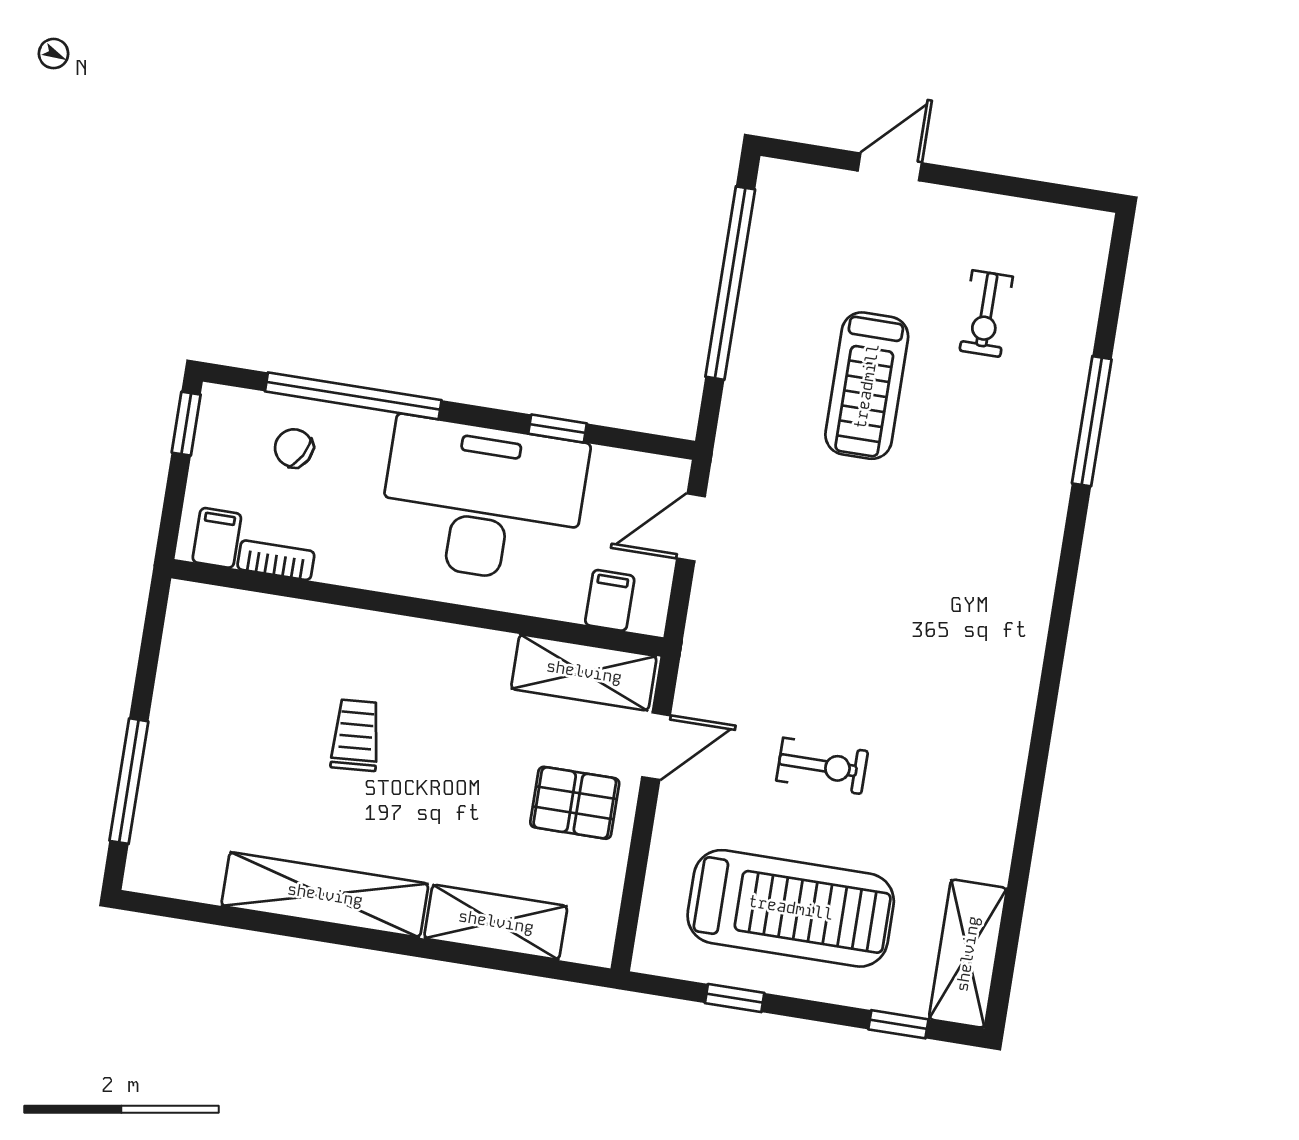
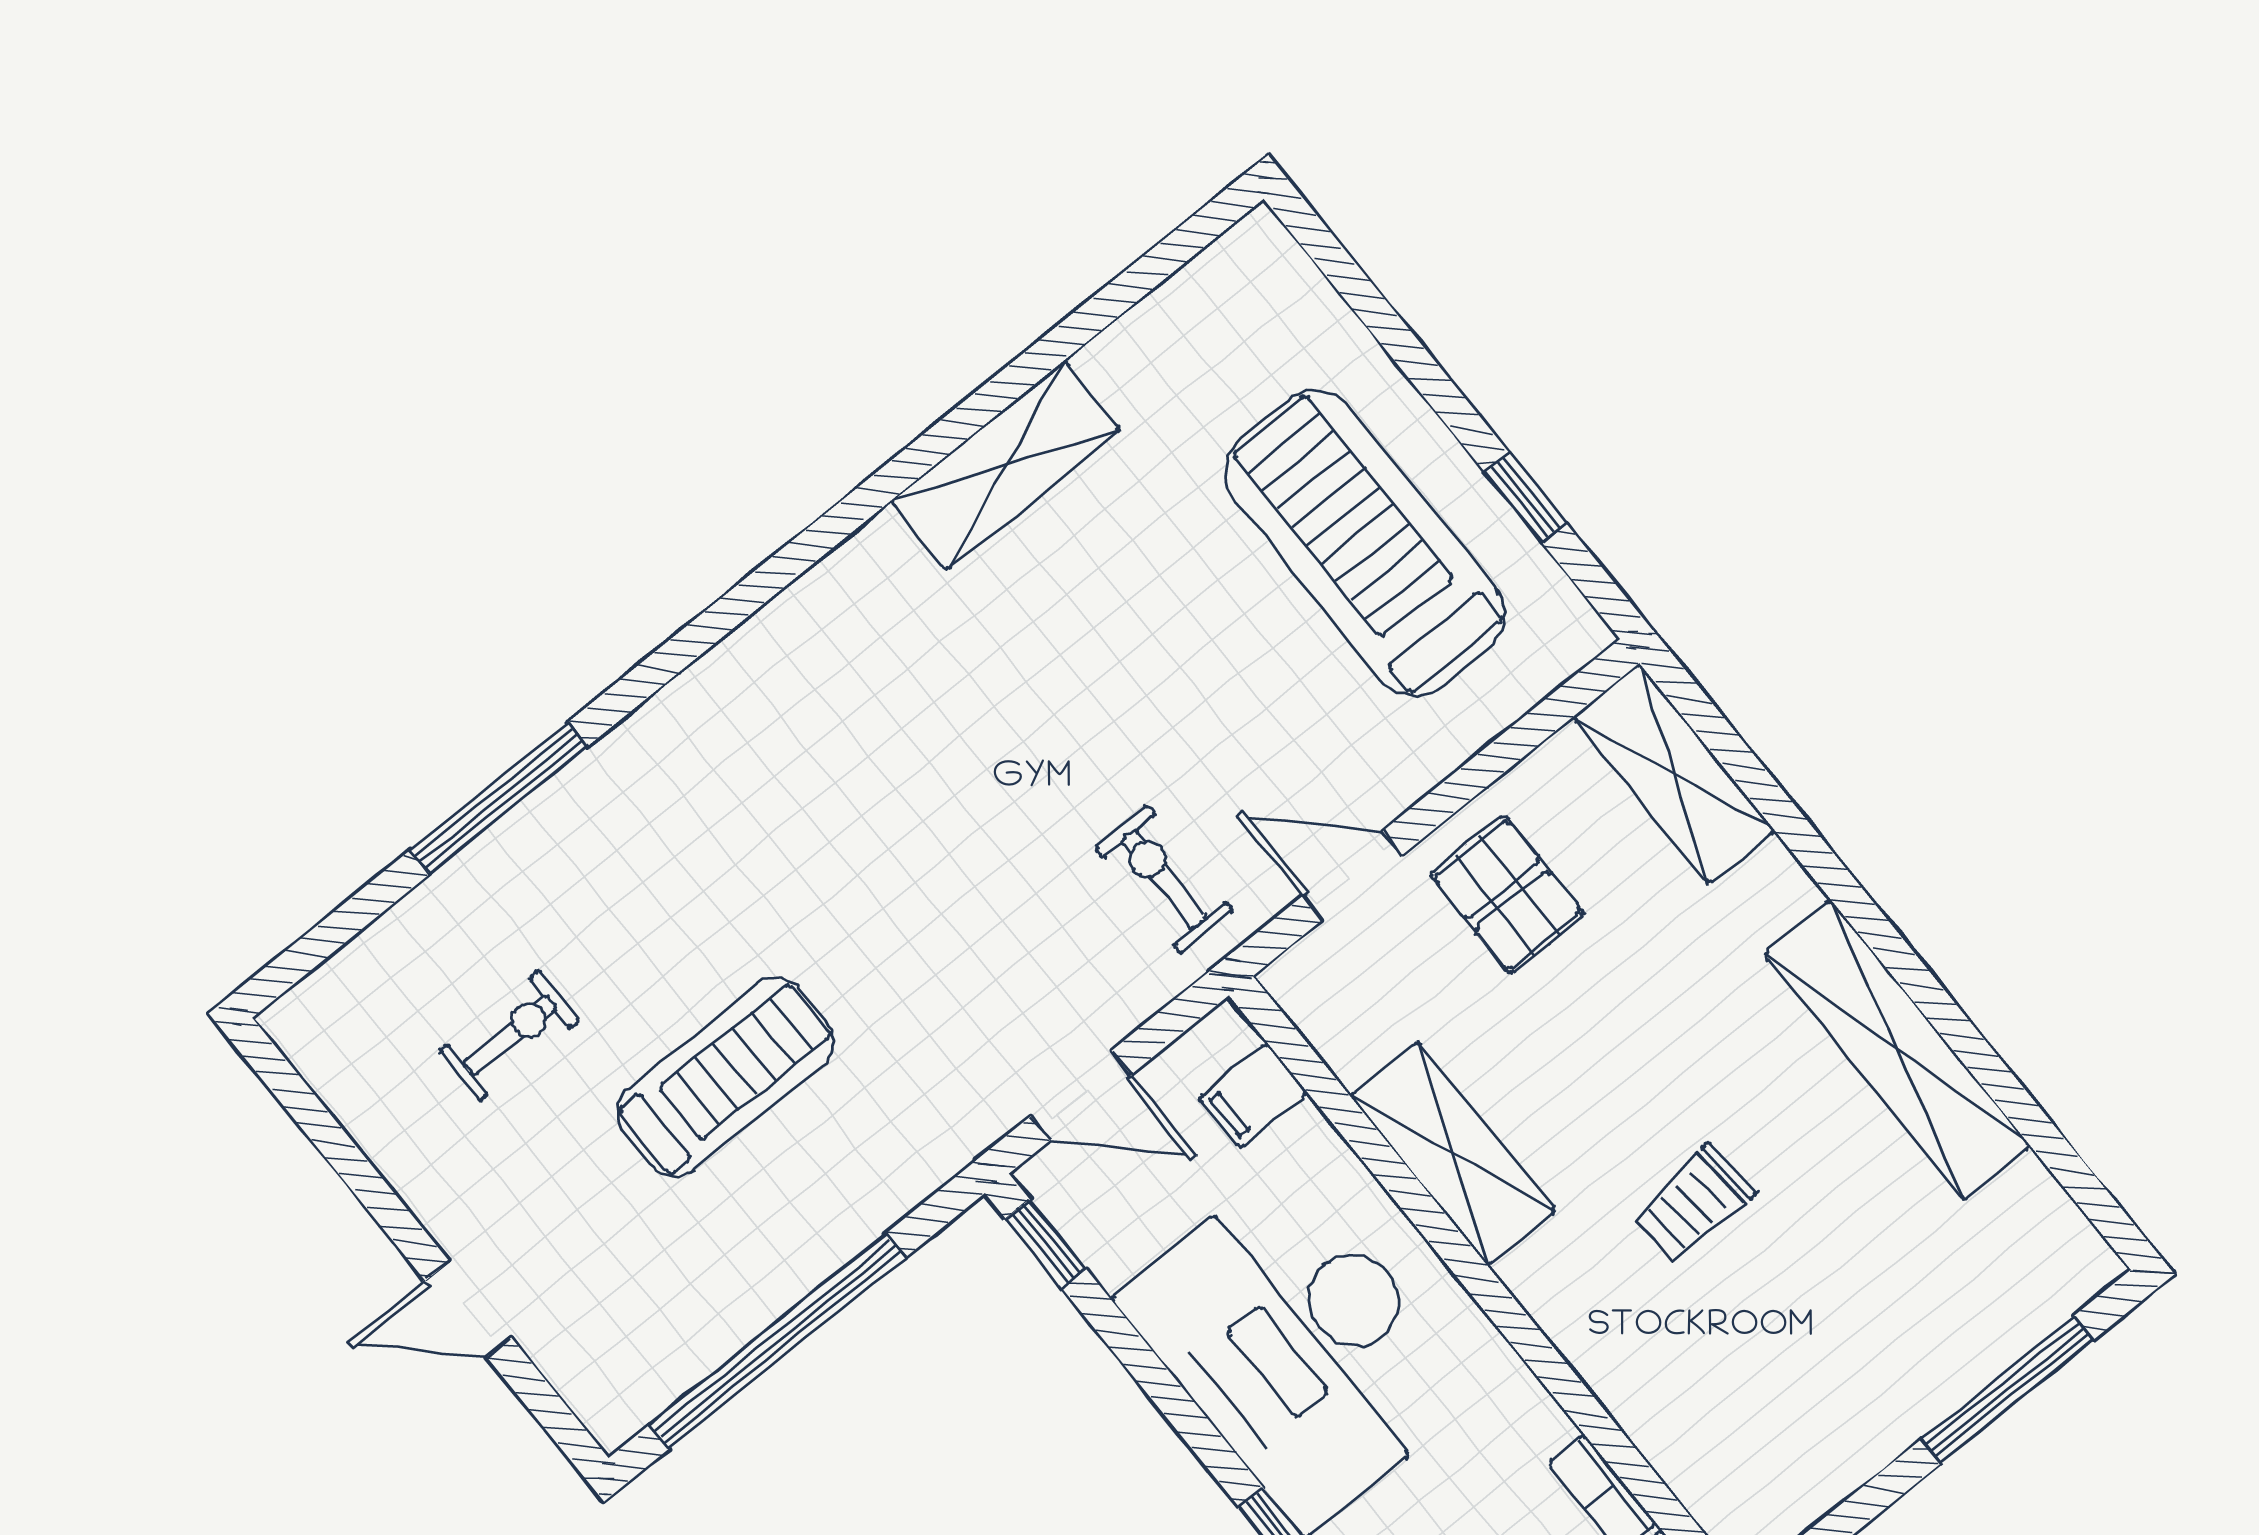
window: (558, 429) -> (1046, 1244), moved
shelving: (584, 672) -> (1453, 1153), moved
exercise bike: (822, 766) -> (1164, 879), moved
shelving: (496, 922) -> (1674, 774), moved
shelving: (968, 954) -> (1006, 465), moved
window: (898, 1024) -> (1361, 294), removed

